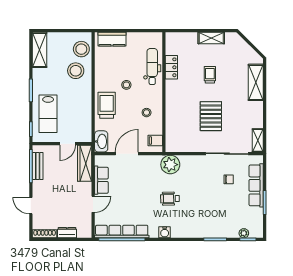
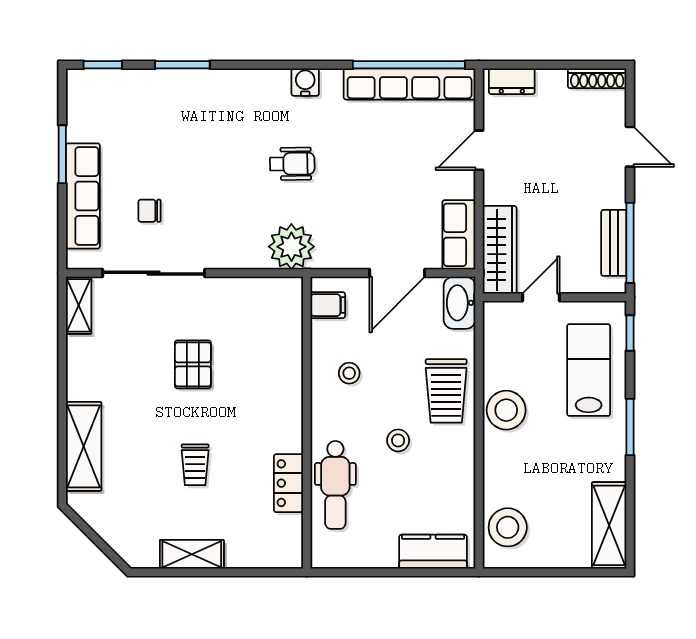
stool: (76, 71) -> (506, 410), moved
pallet: (211, 116) -> (193, 364), width x0.67, depth x0.71
row of seats: (101, 180) -> (459, 235), moved
dresser: (67, 233) -> (512, 81), moved
plant: (244, 233) -> (113, 80), removed

